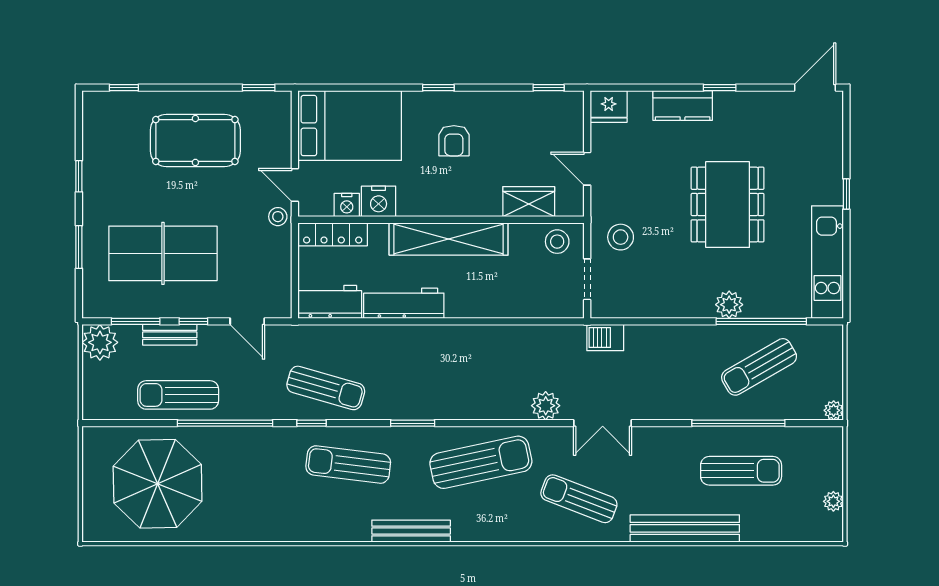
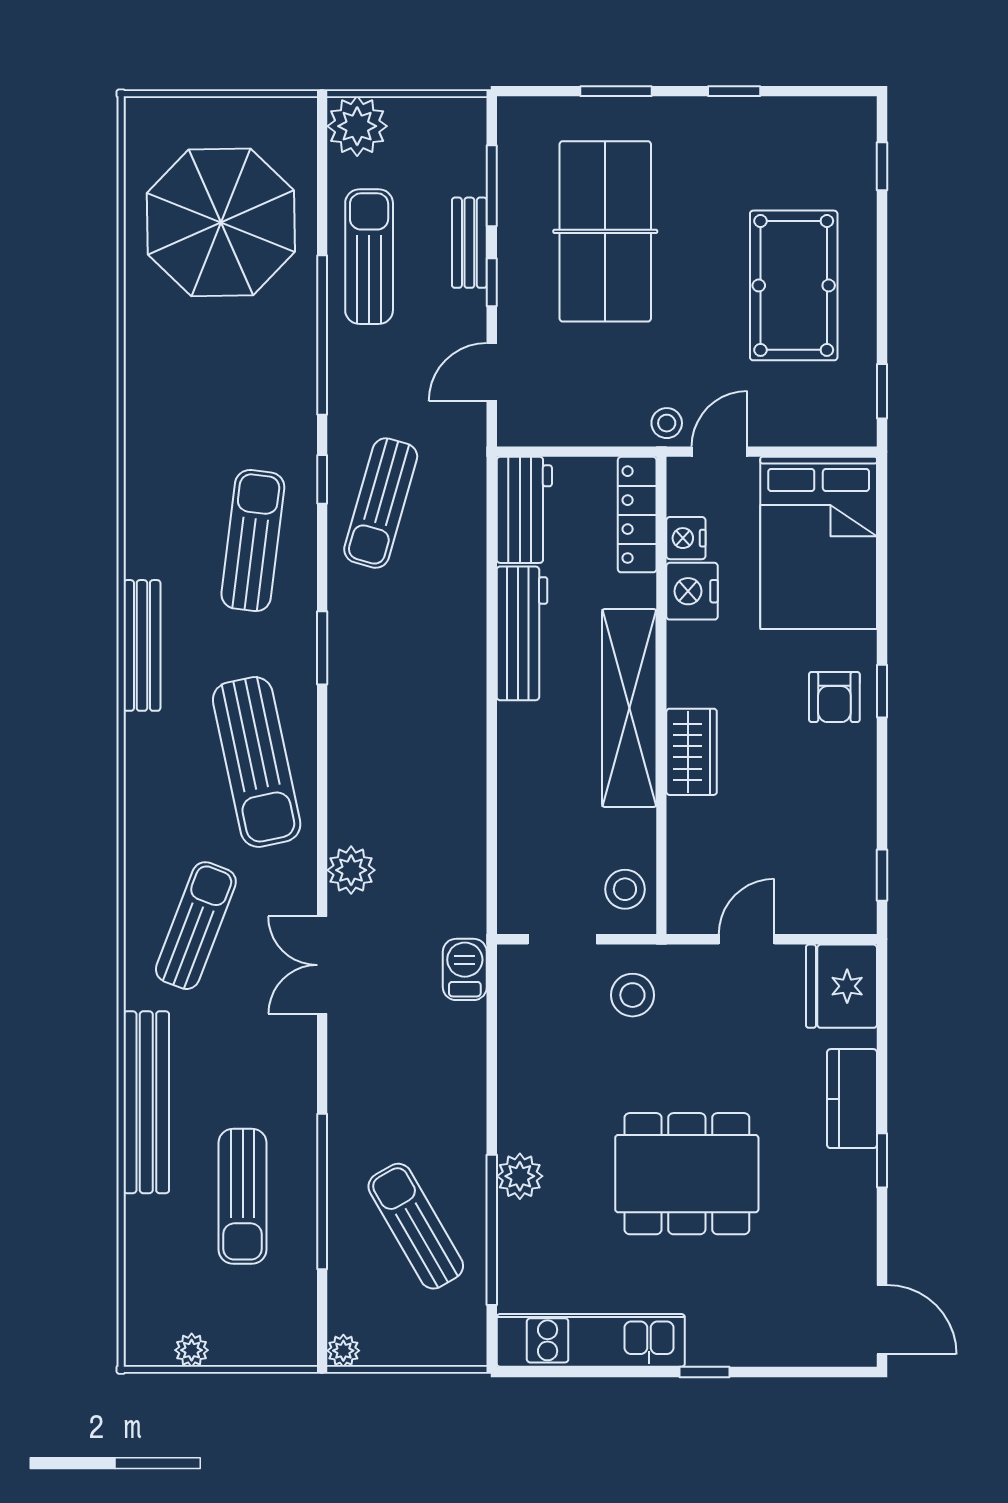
fridge: (609, 107) -> (841, 986), width x1.36, depth x1.34
armchair: (454, 141) -> (834, 697), moved, turned -90
wardrobe: (529, 202) -> (692, 752), moved
plant: (100, 342) -> (357, 126), moved

